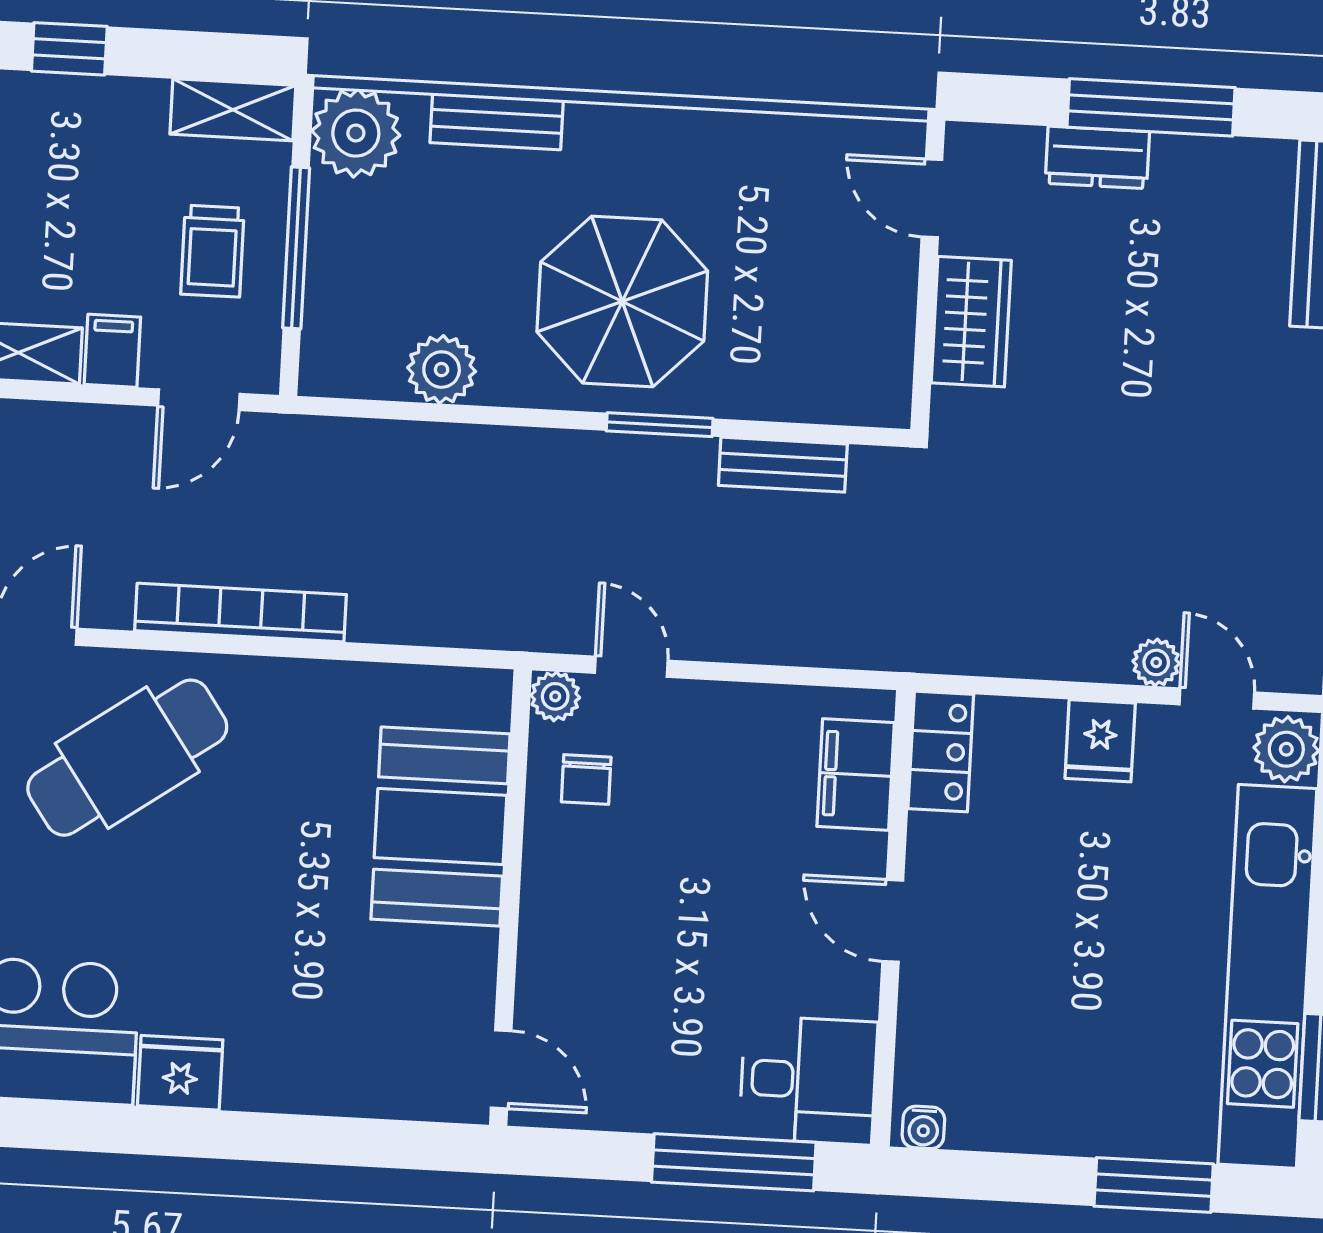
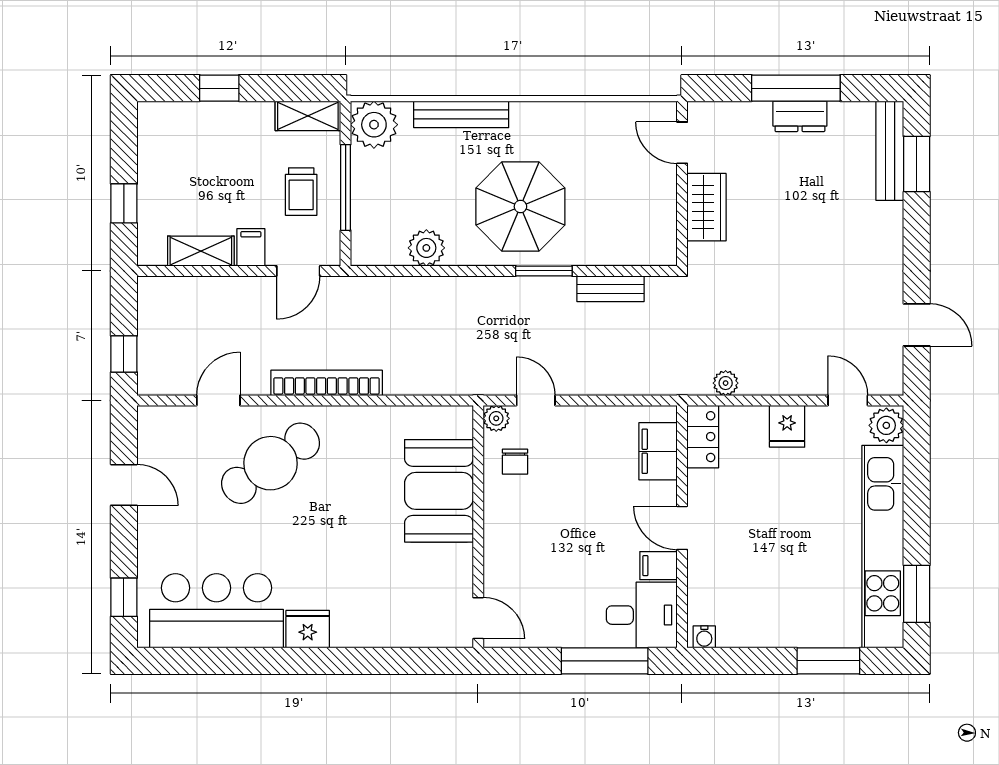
bench: (497, 121) -> (461, 114), width x1.36
dresser: (1097, 157) -> (800, 116), moved
plant: (1156, 662) -> (726, 383), moved
filing cabinet: (845, 989) -> (658, 566), added

